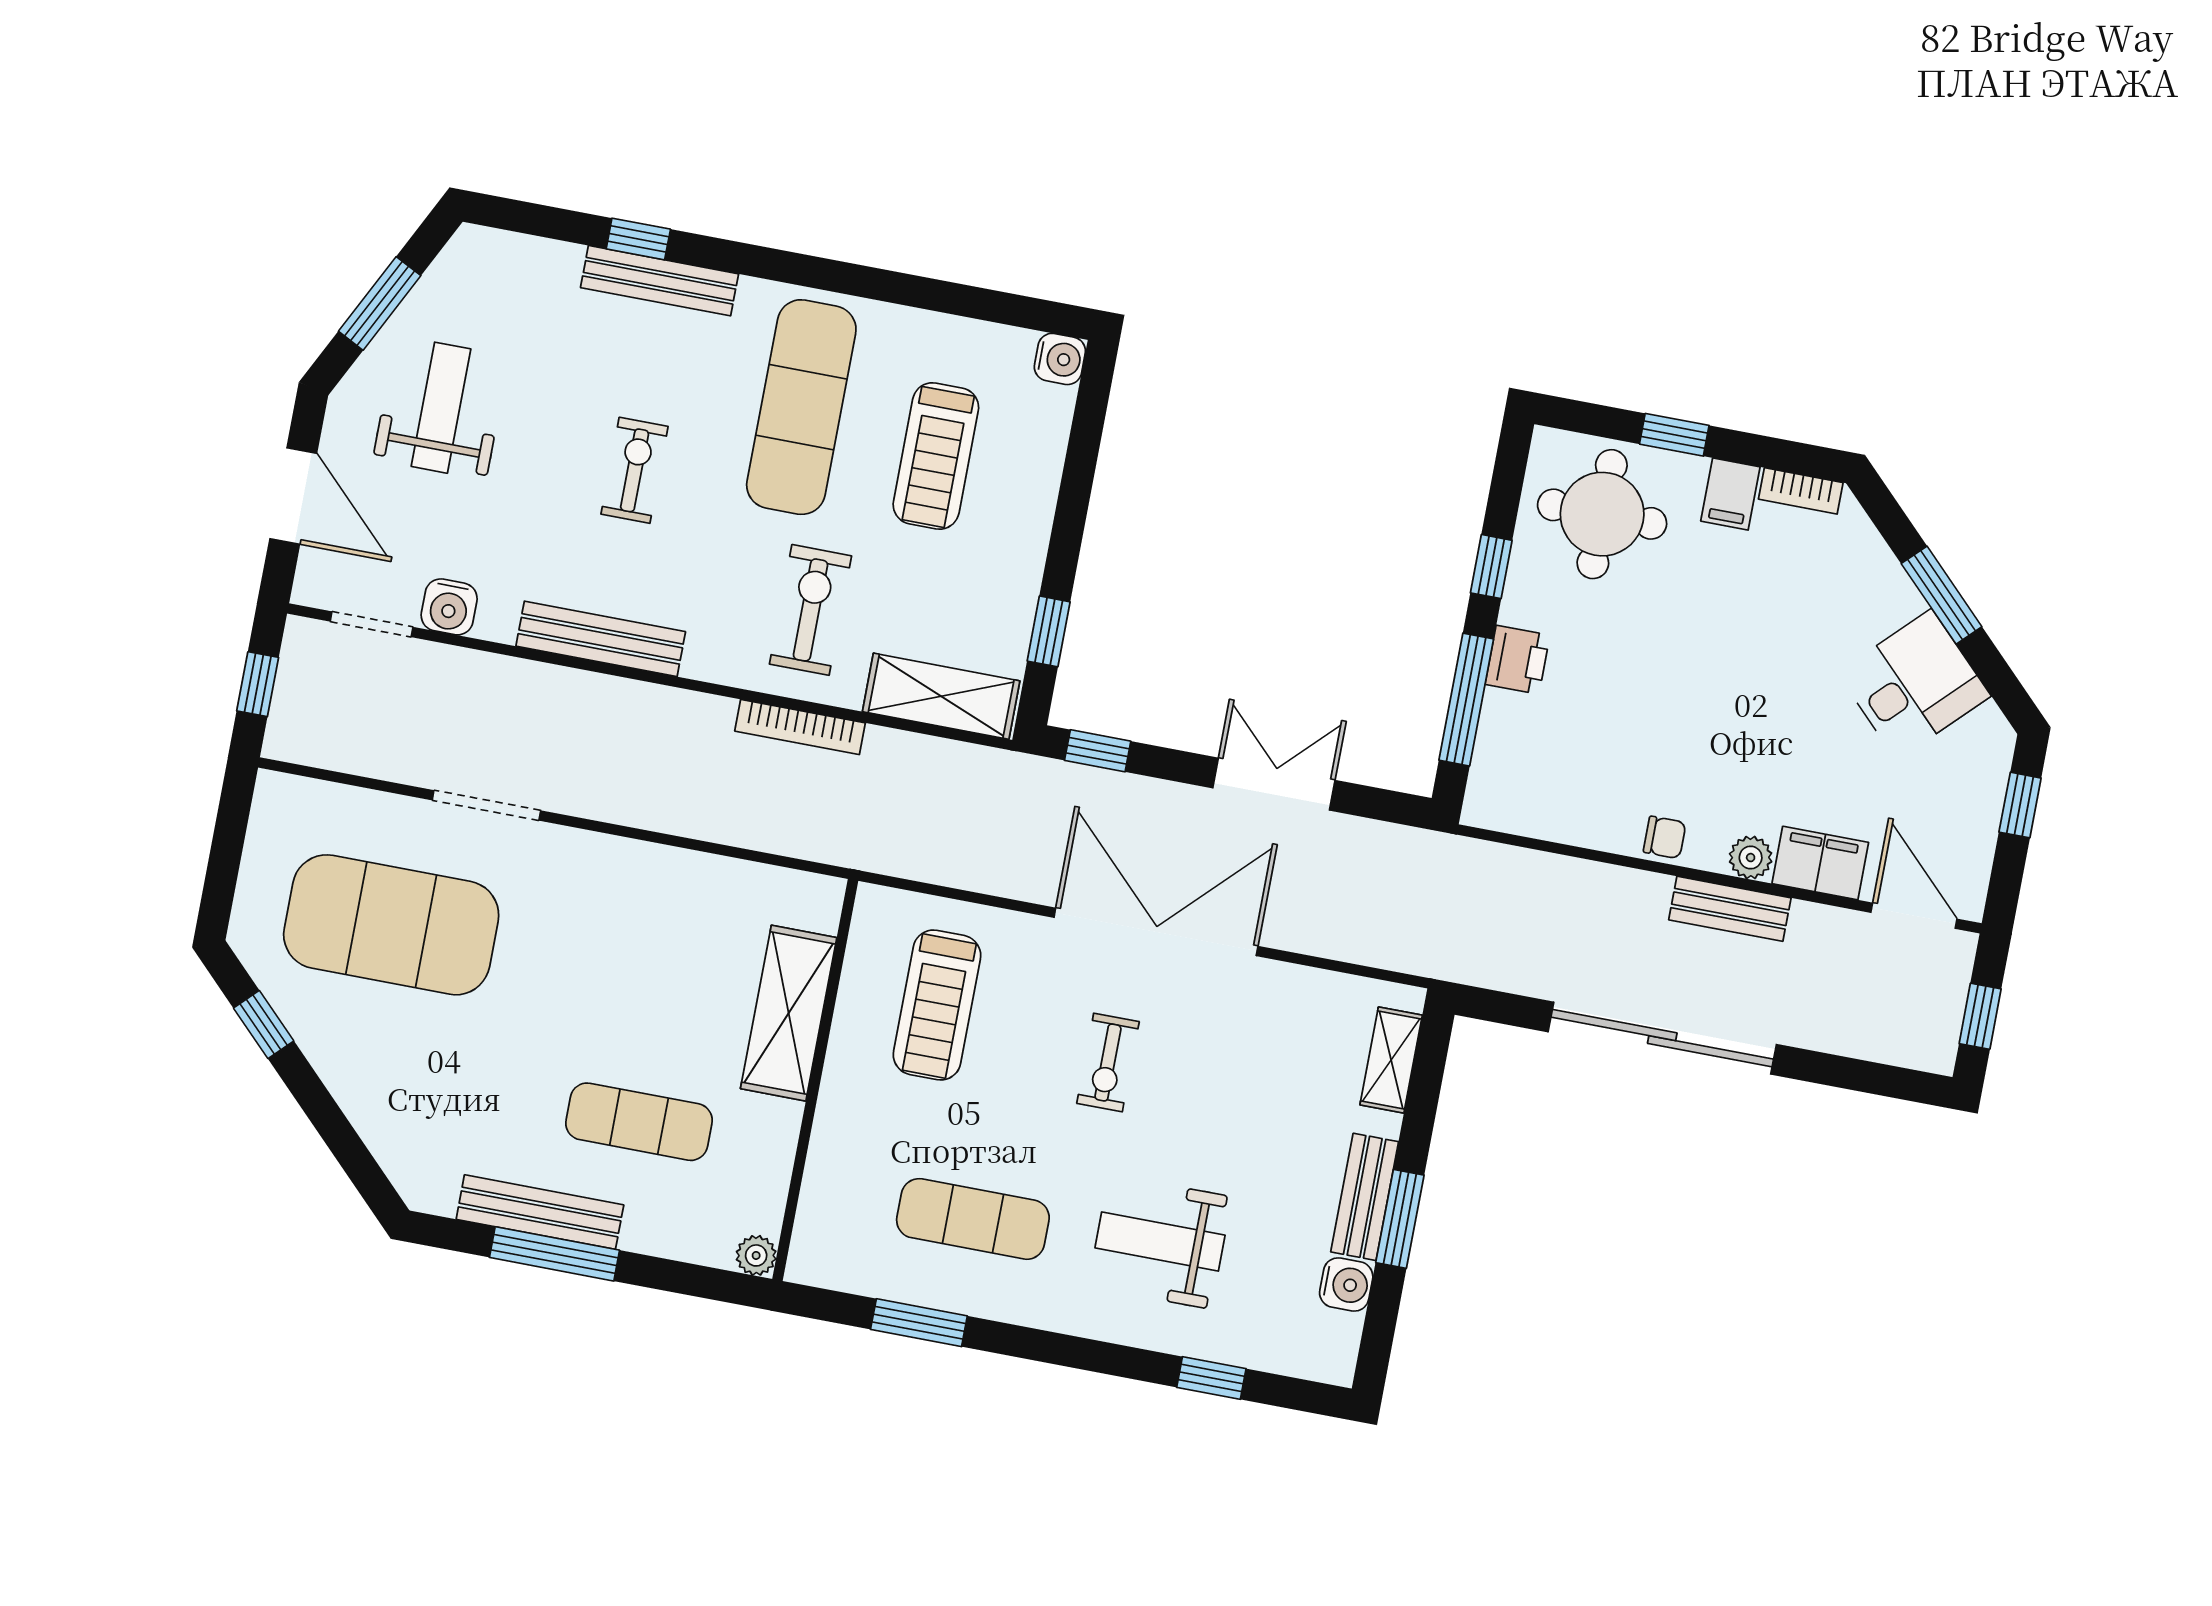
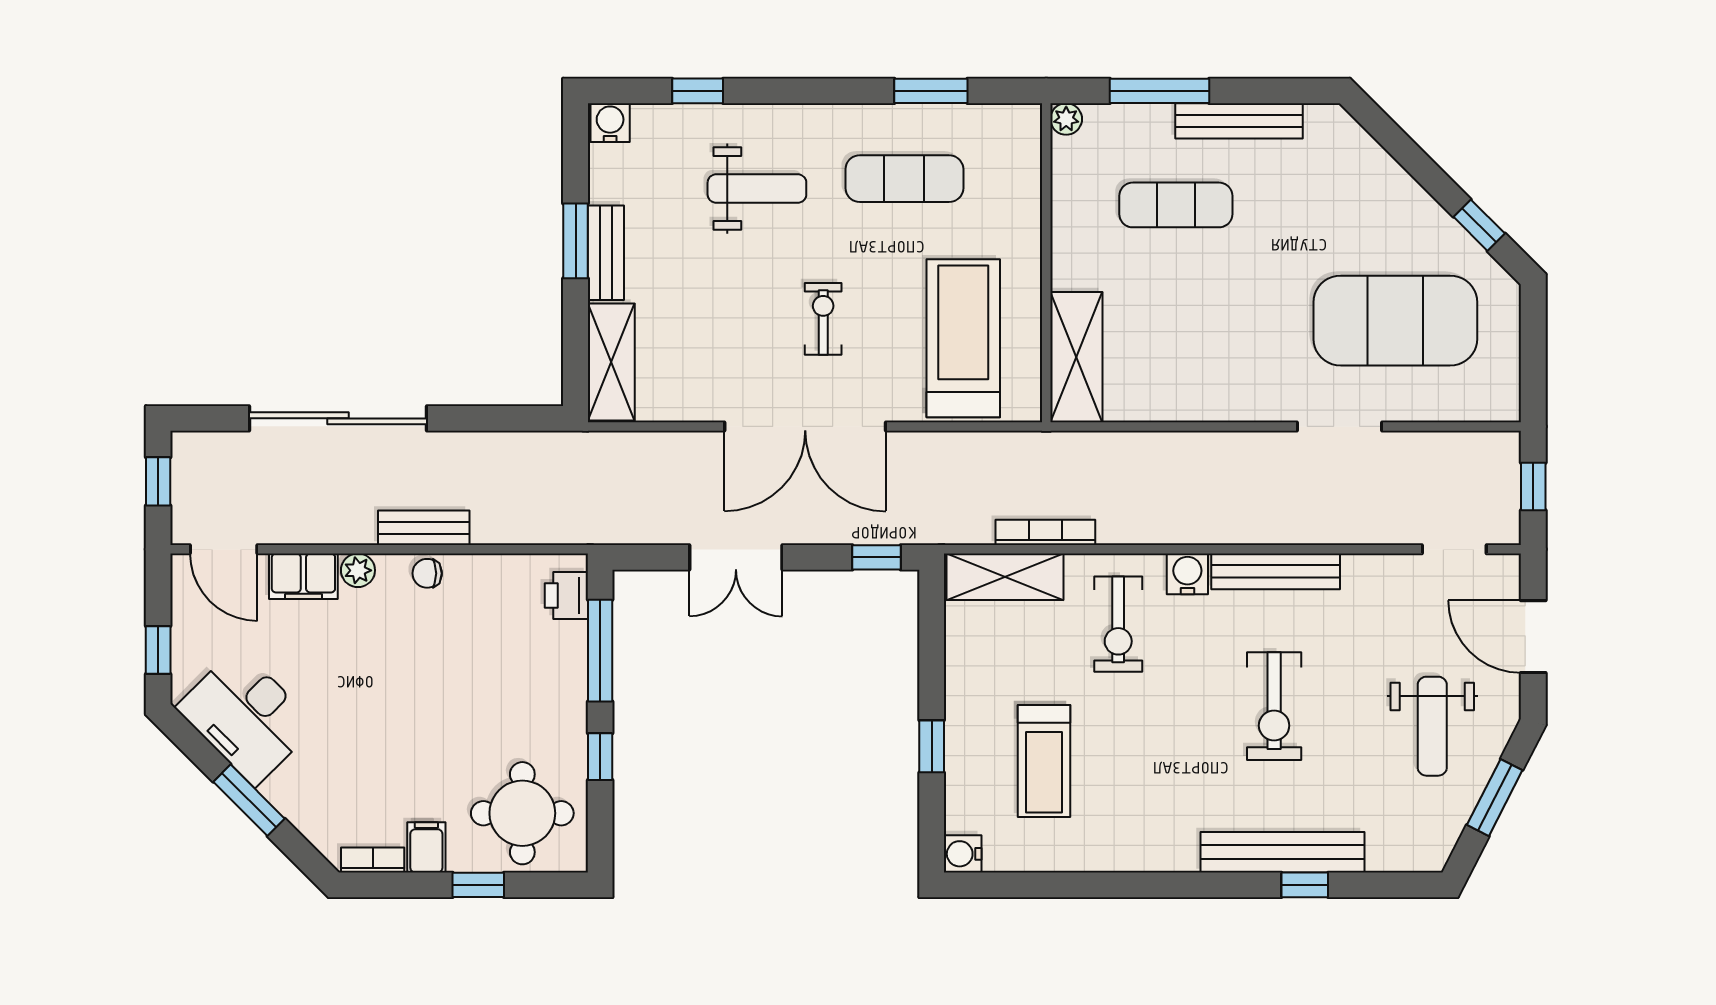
bench: (659, 281) -> (1282, 852), width x1.37, depth x1.21
exercise mat: (801, 407) -> (1155, 779), removed
treadmill: (936, 456) -> (1044, 761), turned 180
exercise bike: (635, 470) -> (1274, 706), width x1.38, depth x1.39
water cooler: (449, 607) -> (1187, 574), moved
window: (1049, 631) -> (932, 746), moved
printer: (1518, 660) -> (566, 596), moved
desk: (1914, 684) -> (246, 716), width x1.37
bookcase: (800, 727) -> (1045, 532), moved
bench: (1730, 909) -> (424, 528), moved
treadmill: (937, 1005) -> (963, 338), width x1.37, depth x1.38
shelving: (789, 1013) -> (1076, 357), moved
sliding door: (1662, 1038) -> (338, 418), moved
shelving: (1391, 1060) -> (611, 362), width x1.50, depth x1.33
window: (555, 1254) -> (1159, 91), moved
water cooler: (1346, 1285) -> (610, 123), moved, turned 90

